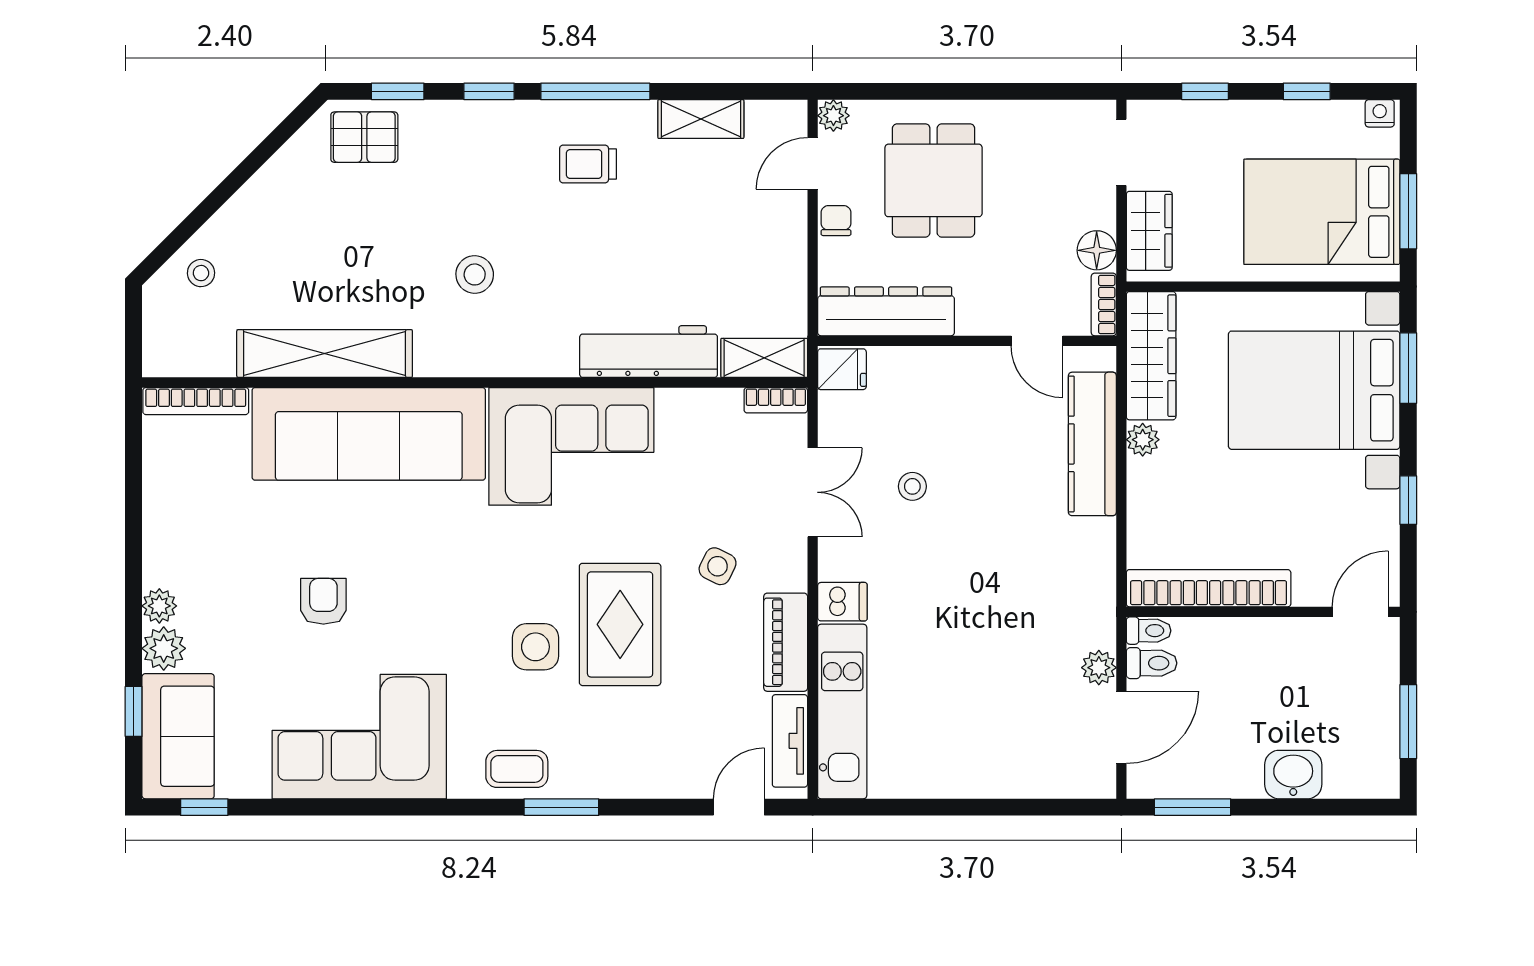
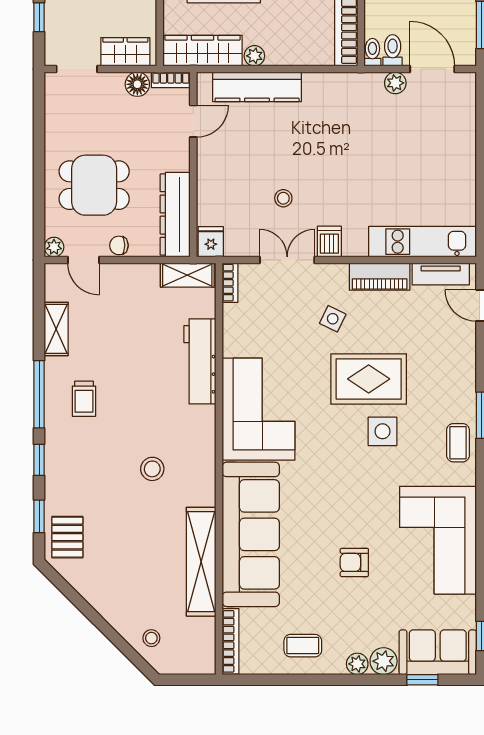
shelving: (764, 358) -> (187, 275), moved, turned 90
coffee table: (189, 518) -> (303, 646), added
dishwasher: (842, 602) -> (329, 242), moved

